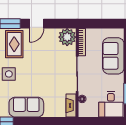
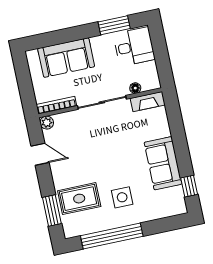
door: (37, 24) -> (40, 154), moved
plant: (67, 37) -> (47, 123), width x0.53, depth x0.53

